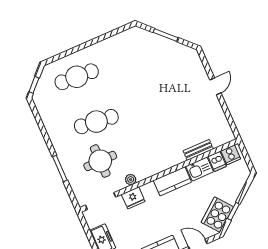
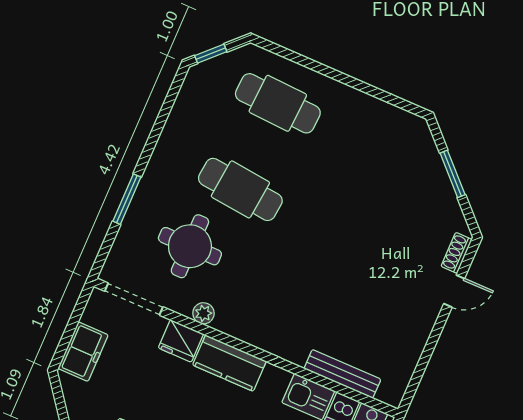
shoe rack: (197, 61) -> (457, 253), added
door: (215, 86) -> (454, 291), moved
bench: (198, 150) -> (342, 374), width x1.36
kitchen counter: (172, 181) -> (229, 363), moved

